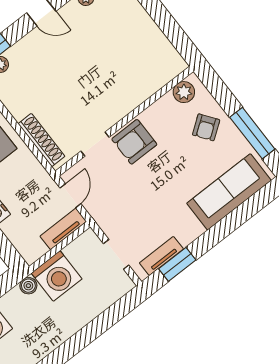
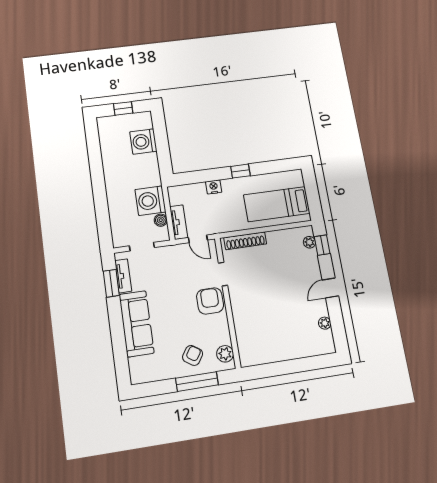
armchair: (206, 127) -> (193, 355), turned 70
window: (252, 133) -> (197, 381), moved
sofa: (229, 192) -> (137, 324), moved
boiler: (28, 286) -> (161, 220), moved

